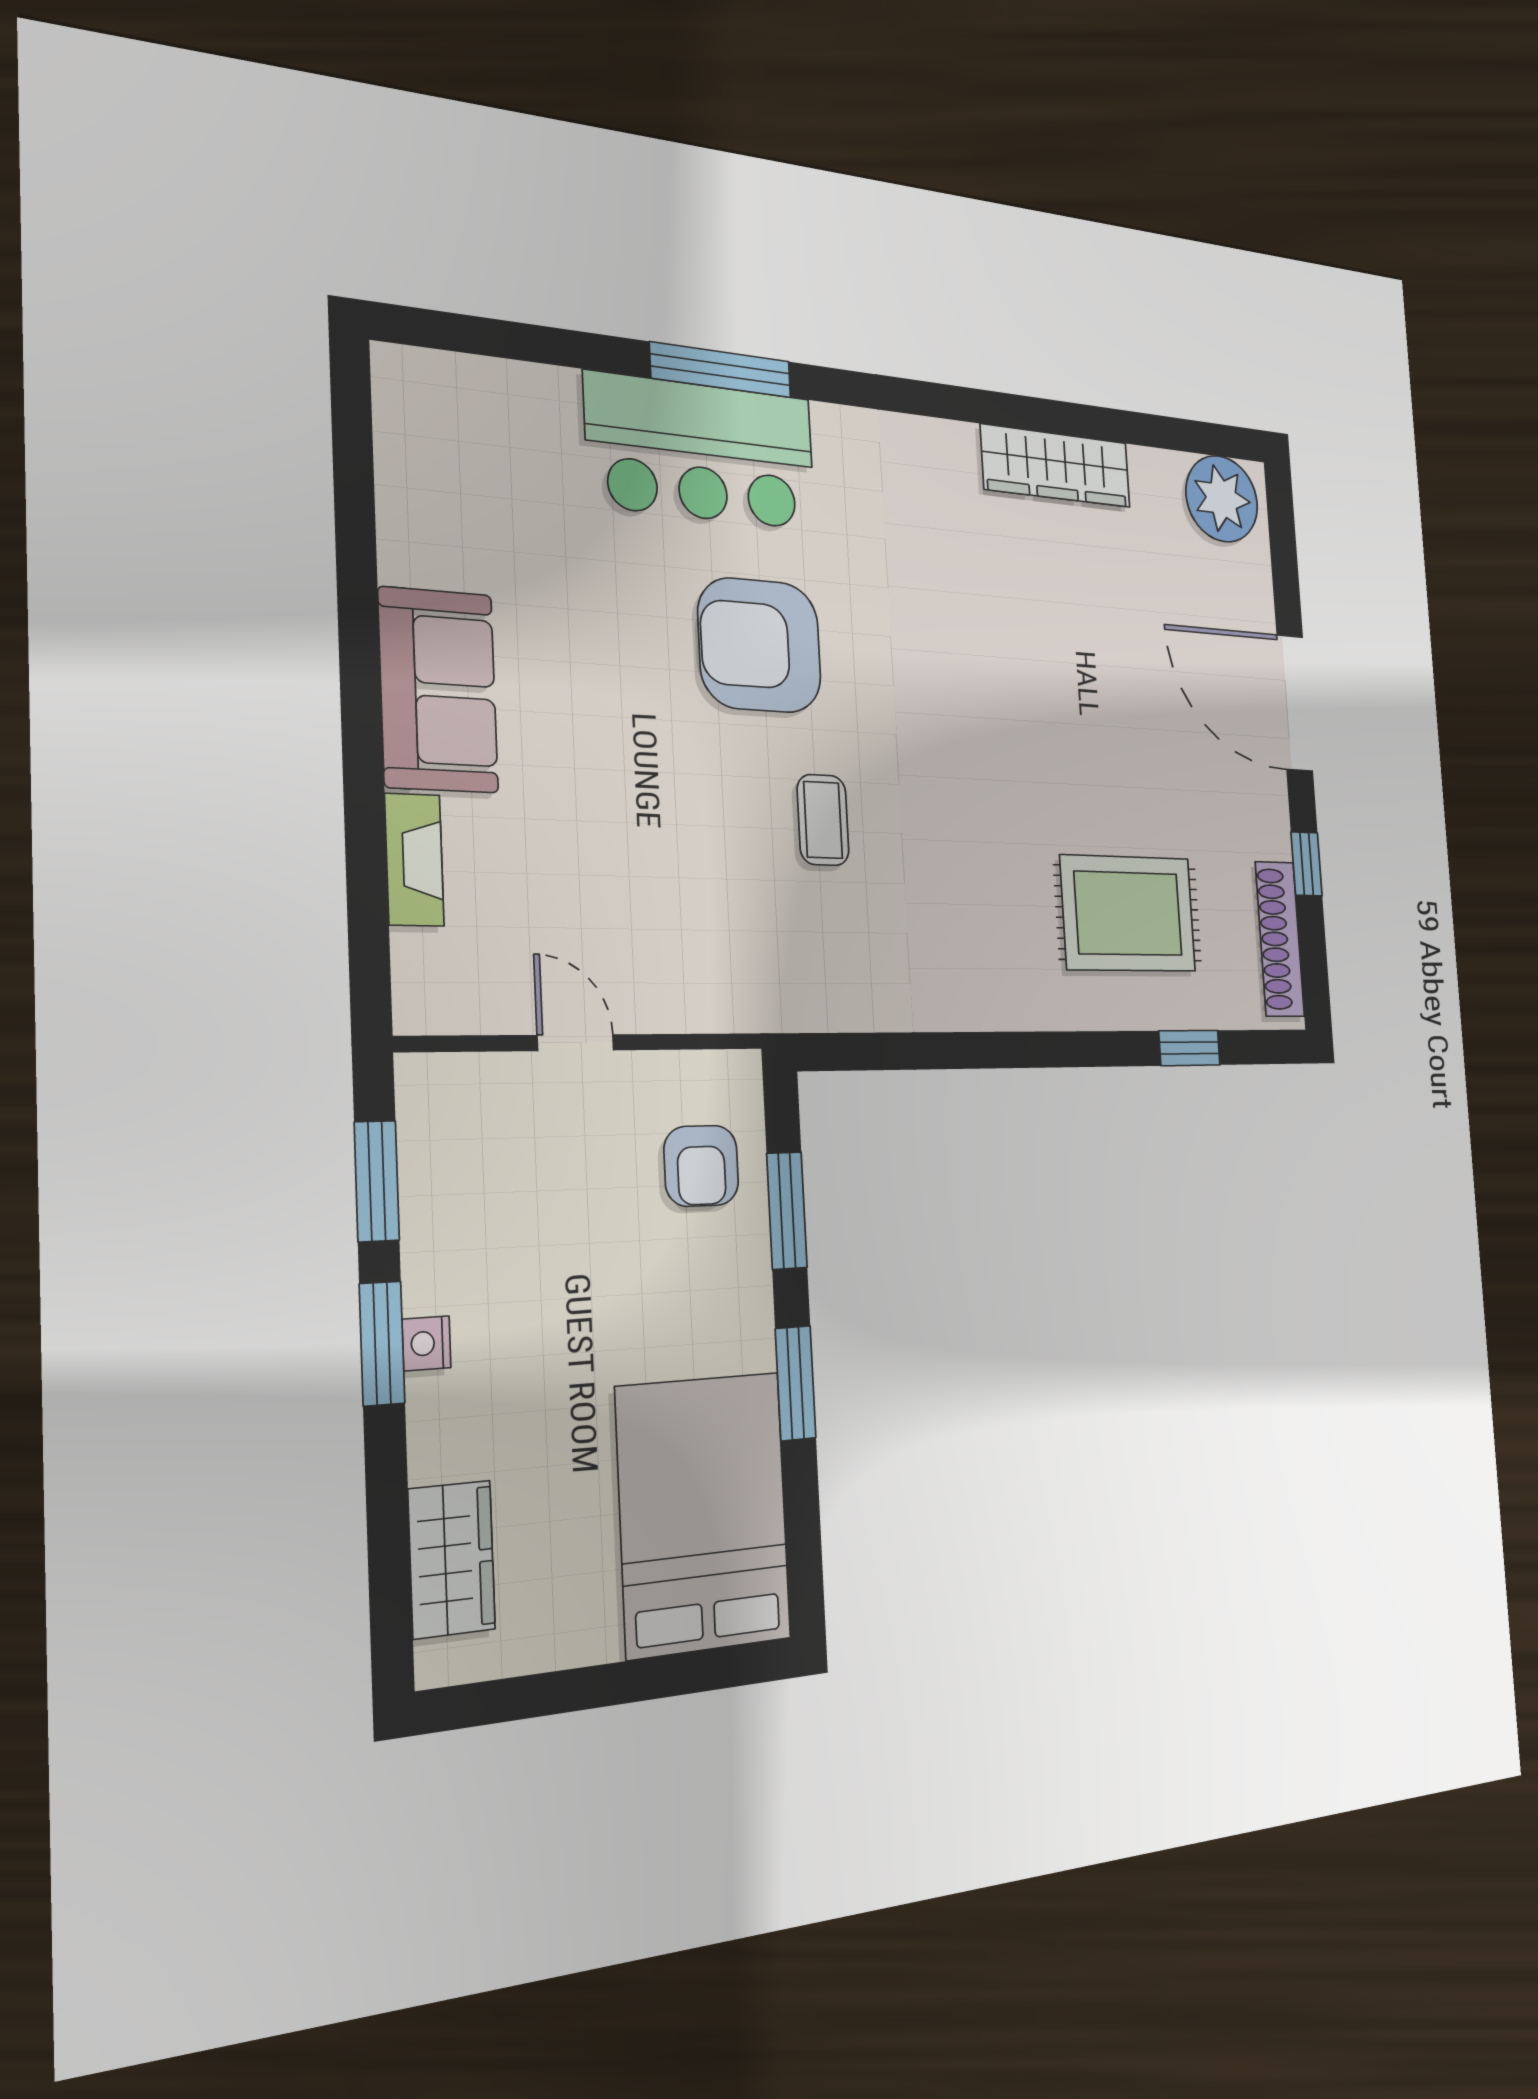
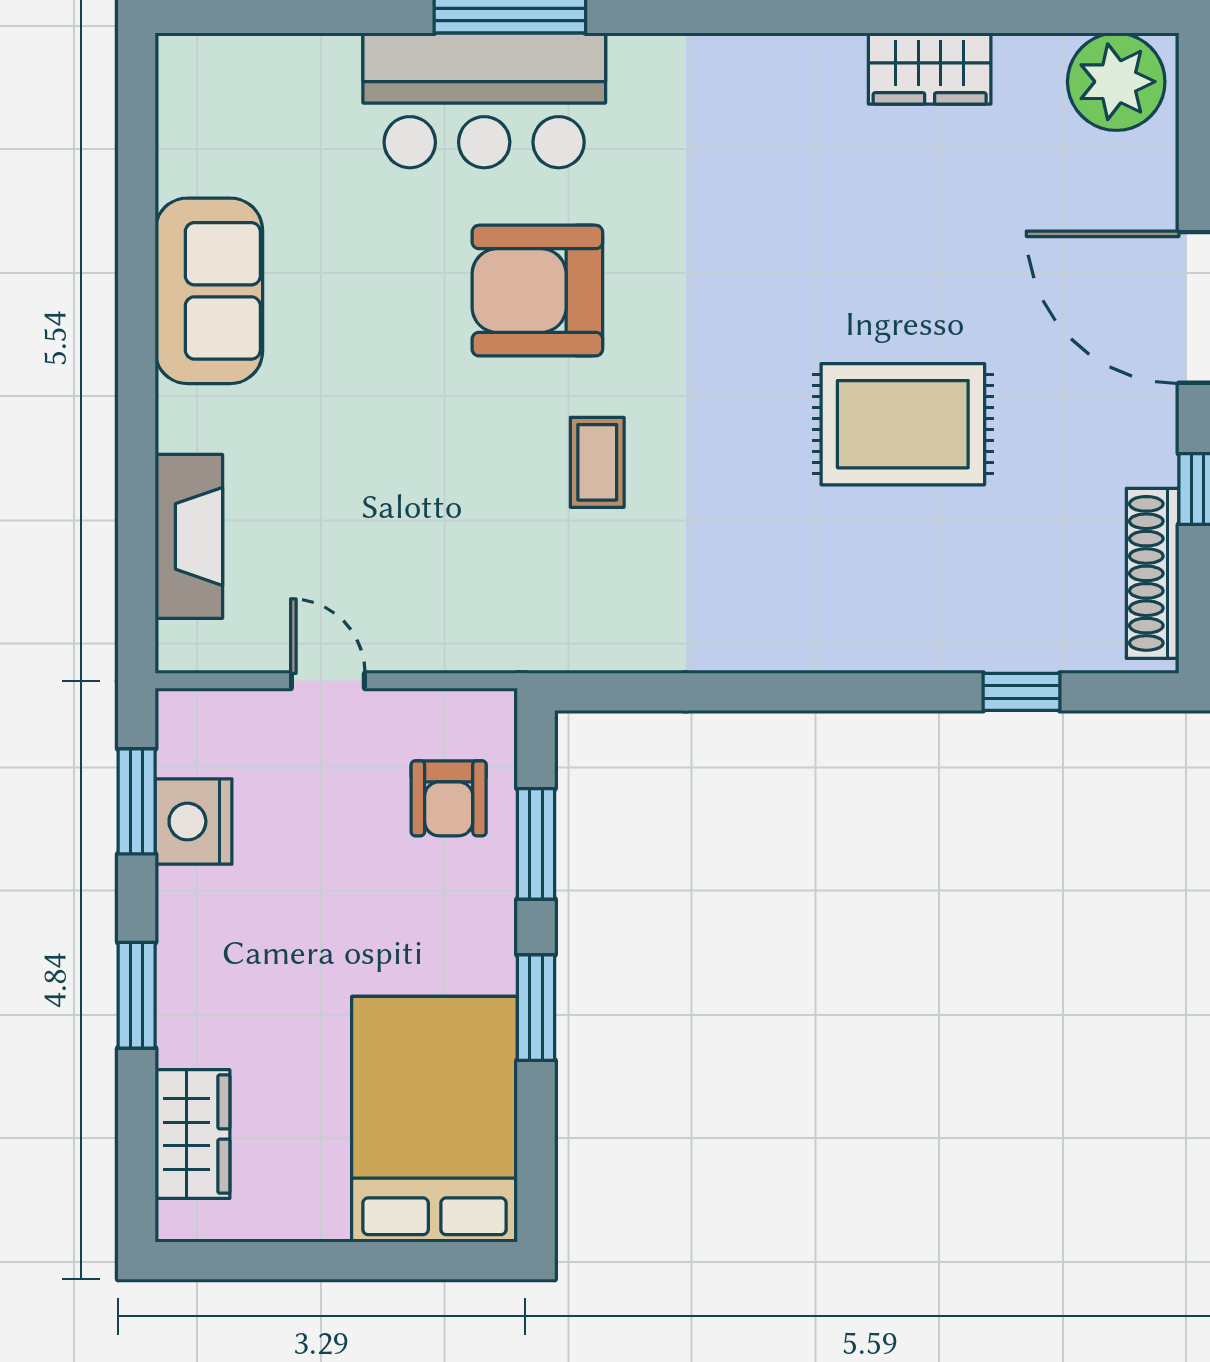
wardrobe: (1056, 466) -> (930, 69), width x0.67
sofa: (438, 690) -> (209, 291), moved
fireplace: (414, 860) -> (189, 536), width x1.37, depth x1.32
rug: (1128, 913) -> (903, 424), moved
window: (382, 1343) -> (137, 995), moved
nightstand: (427, 1343) -> (194, 822), moved, width x1.89, depth x1.79

